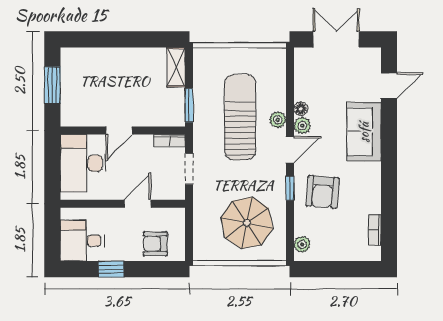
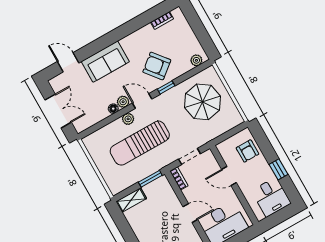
double door: (336, 39) -> (58, 111), swing flipped
armchair: (323, 192) -> (157, 66), turned -134

